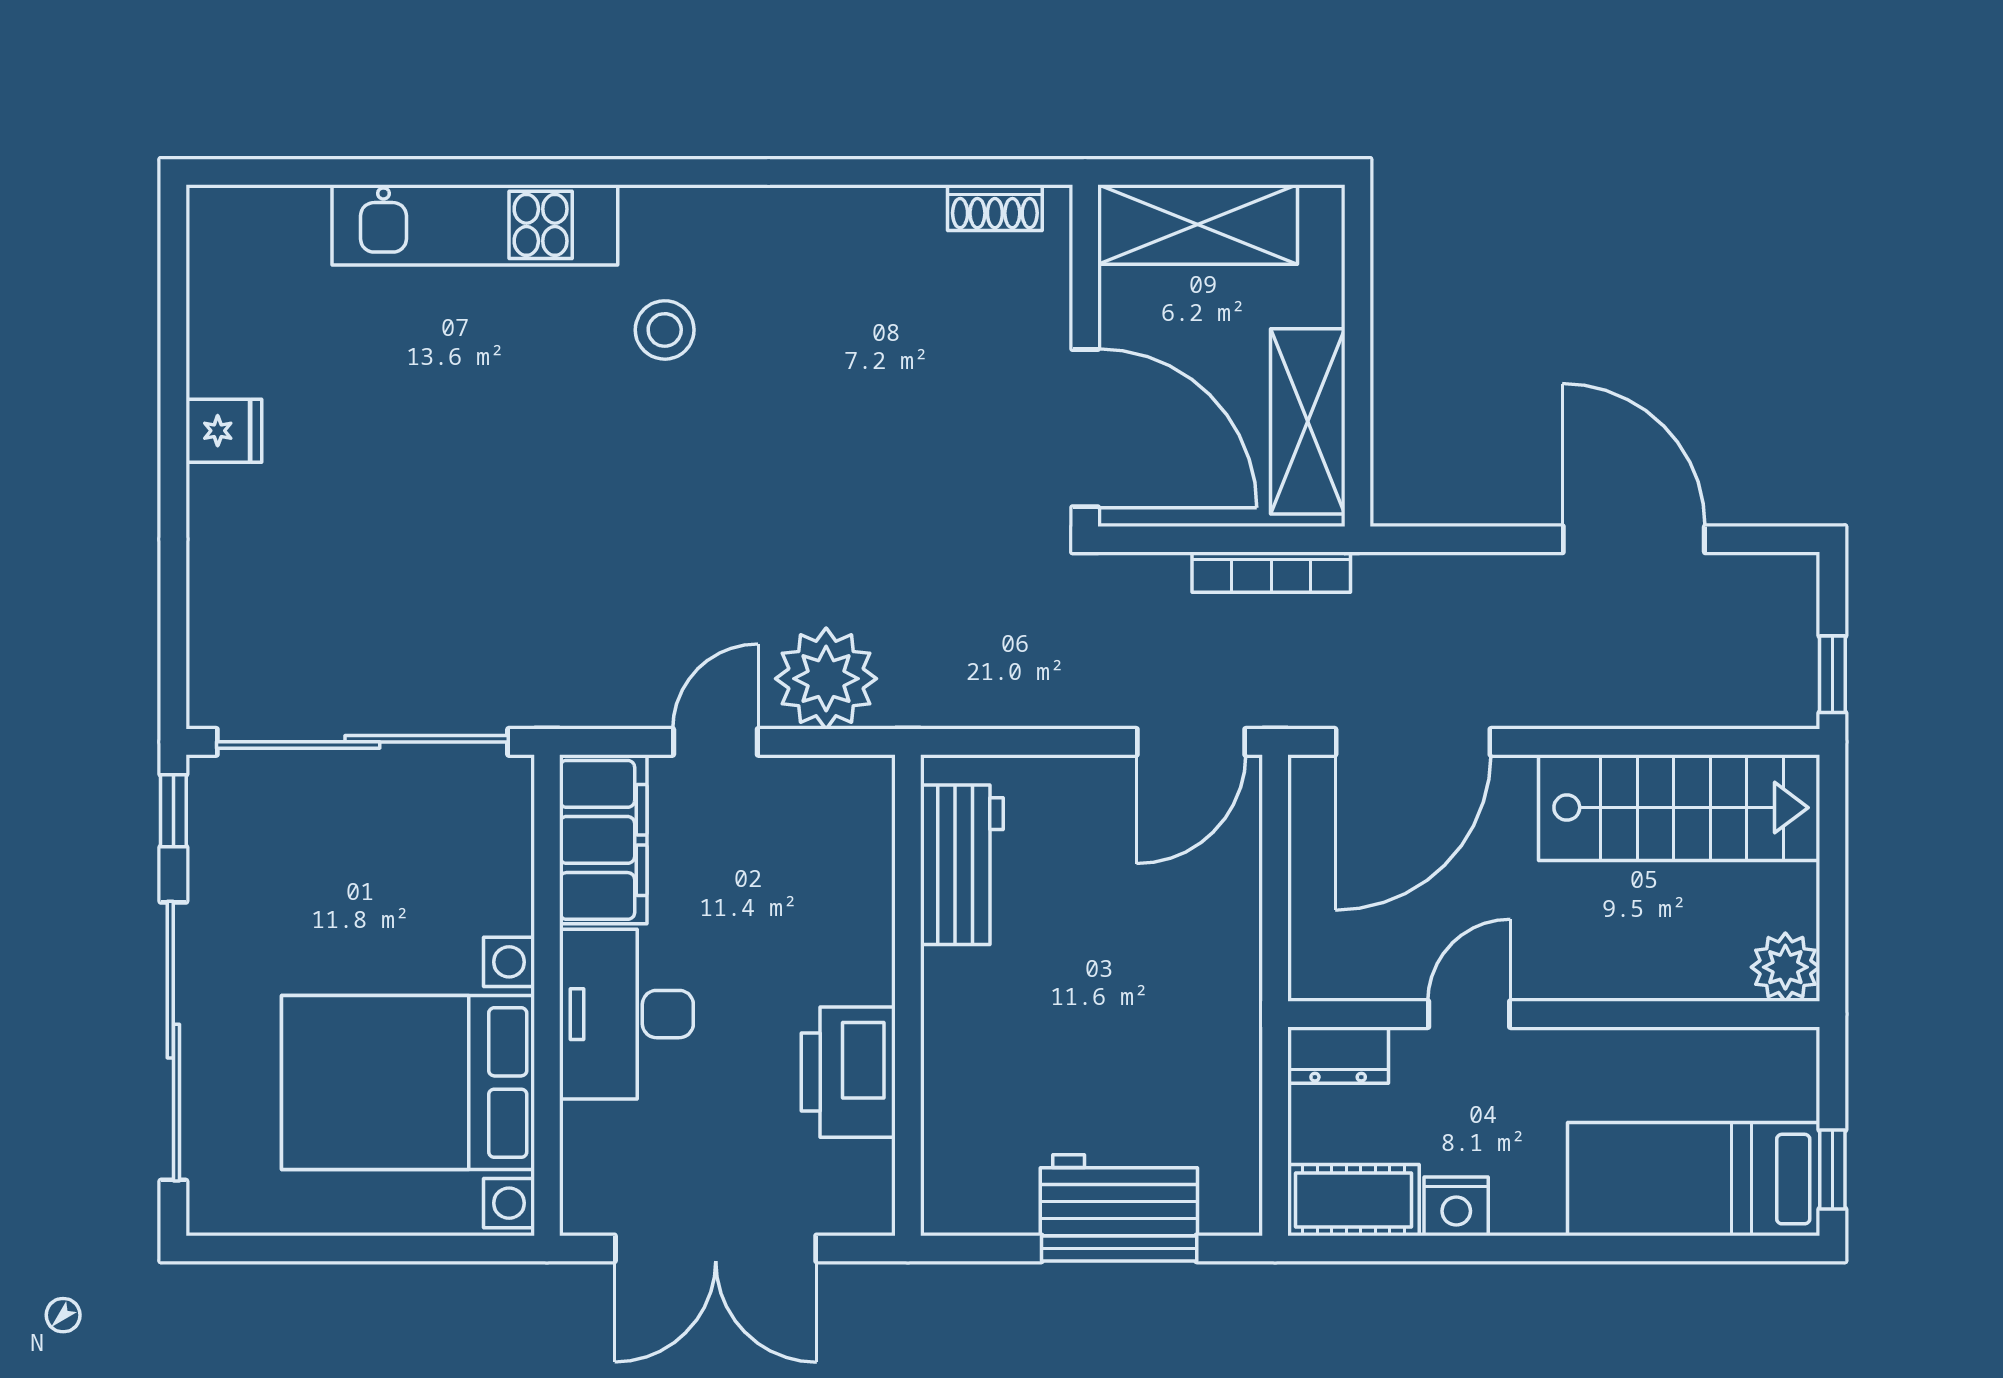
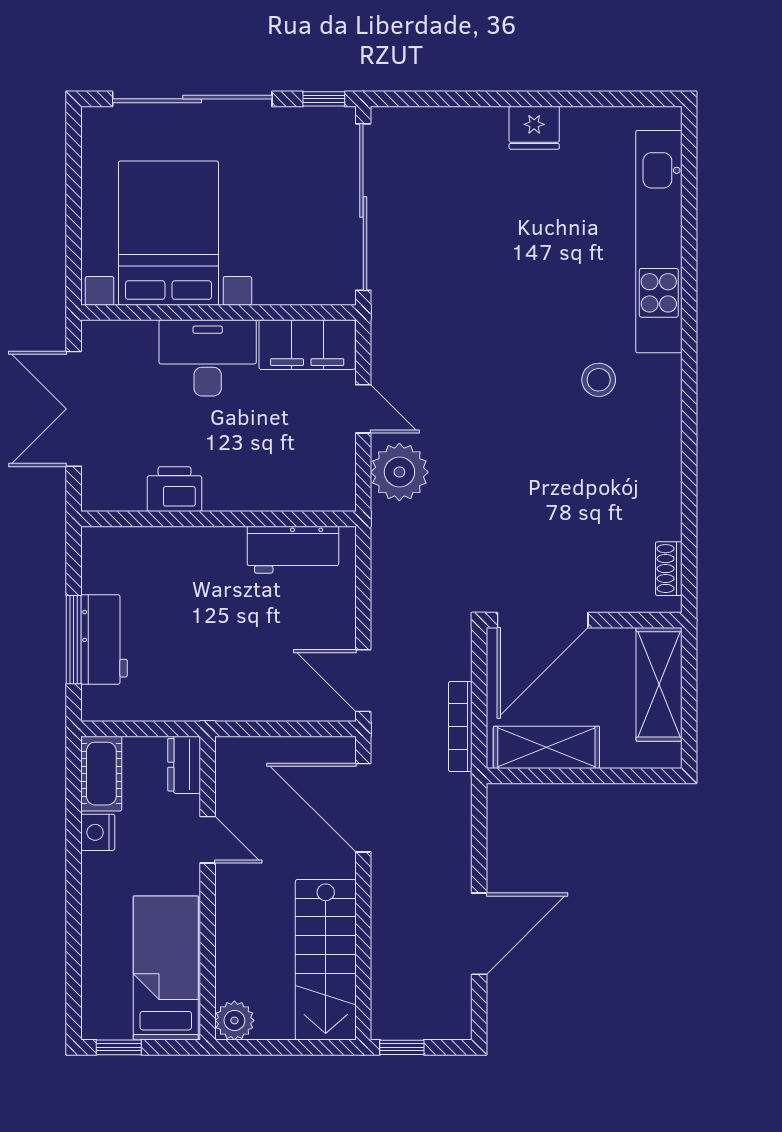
kitchen unit: (475, 225) -> (659, 242), width x1.36
fridge: (224, 431) -> (534, 128), width x1.38
printer: (848, 1072) -> (174, 489), width x0.73, depth x0.84
bed: (1694, 1179) -> (166, 968), moved

